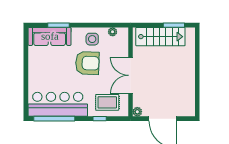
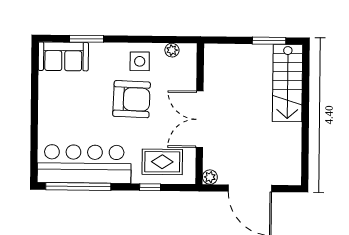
sofa: (50, 36) -> (63, 56), width x0.73
stairs: (160, 37) -> (288, 83), moved, turned 90

